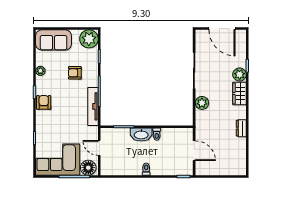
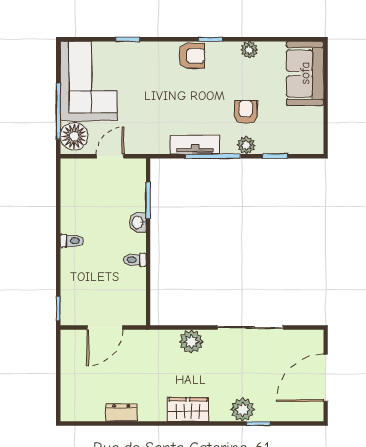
plant: (89, 39) -> (246, 145), moved, width x0.53, depth x0.53
wardrobe: (240, 93) -> (188, 409), moved
tv unit: (93, 106) -> (195, 145), width x0.71
dresser: (241, 128) -> (121, 413), moved
washbasin: (141, 135) -> (138, 223), width x0.52, depth x0.69

